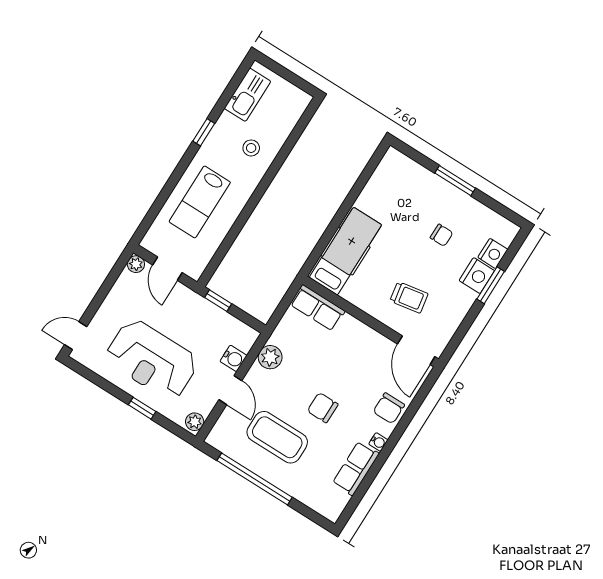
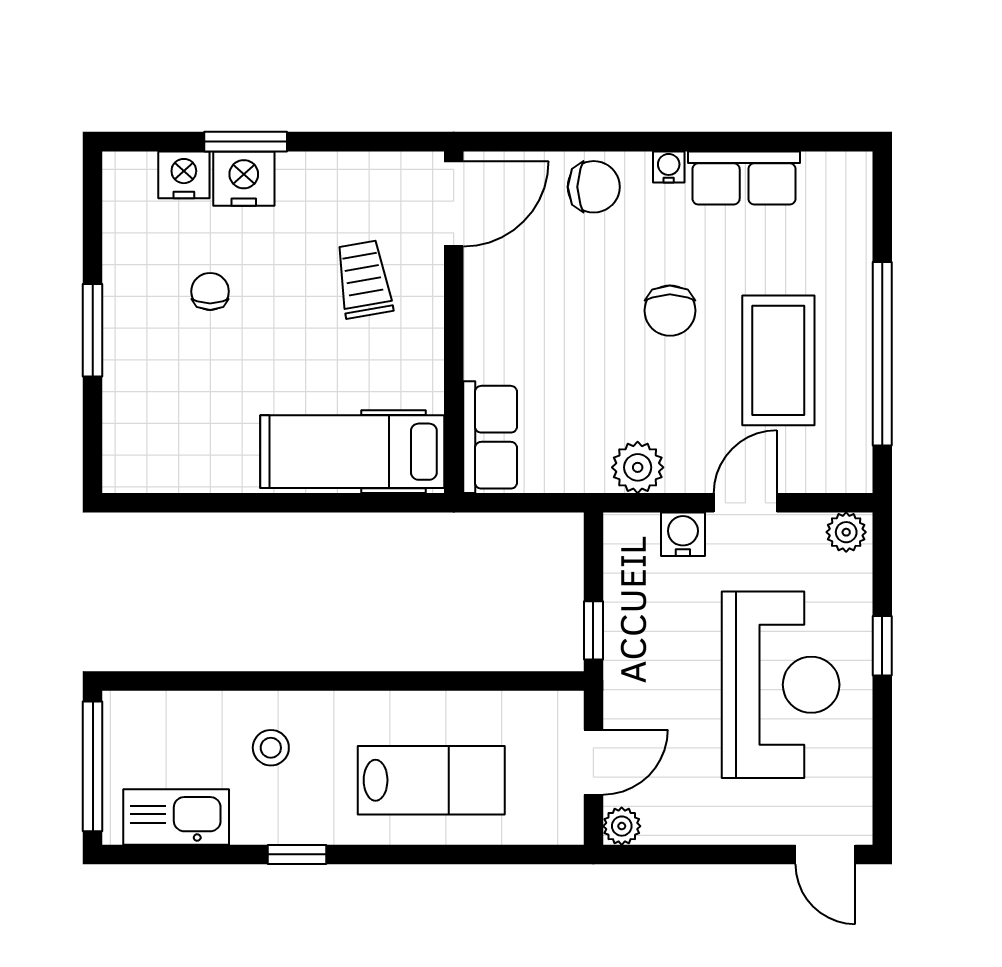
window: (287, 75) -> (93, 766), added

